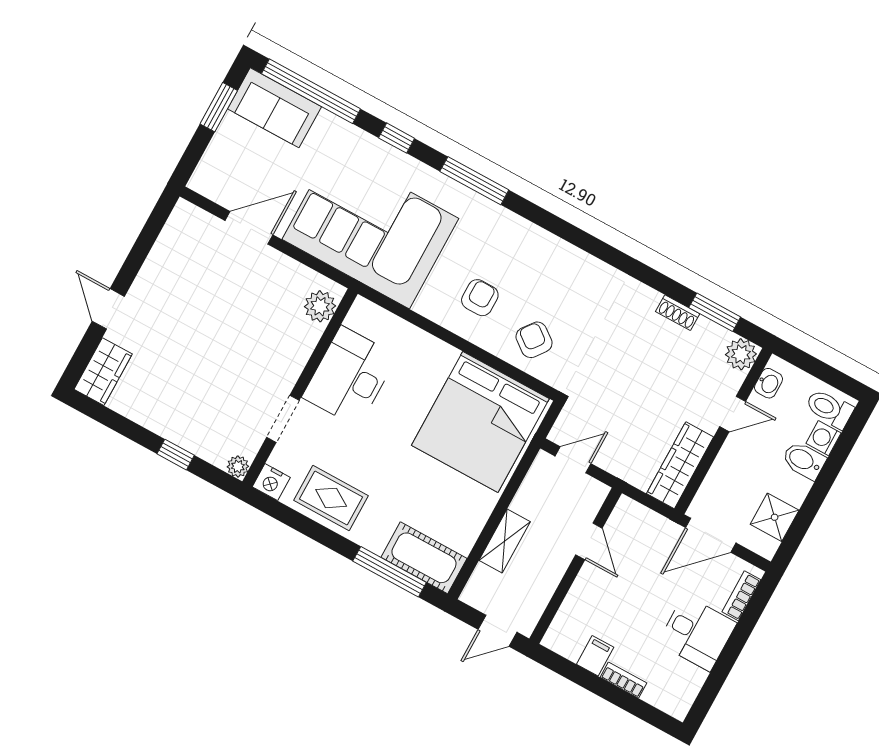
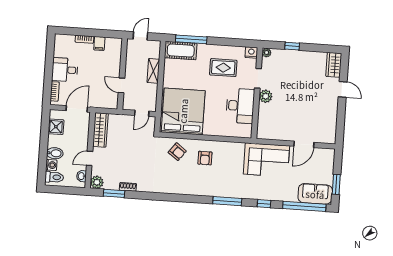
corner sofa: (370, 229) -> (266, 160), width x0.73, depth x0.74
plant: (320, 306) -> (266, 96), moved
rug: (331, 498) -> (223, 68), moved

